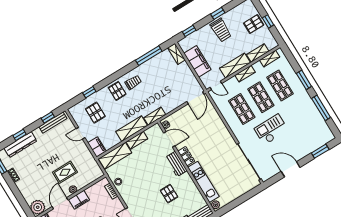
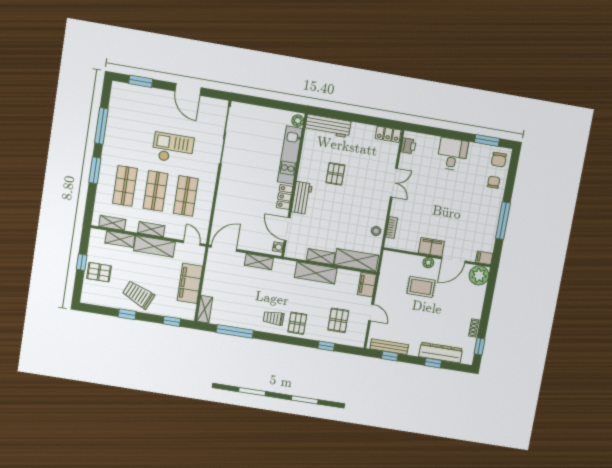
trolley: (221, 30) -> (138, 295), turned -66
shelving: (155, 116) -> (259, 262), moved
checkout: (271, 129) -> (173, 148), turned 180

